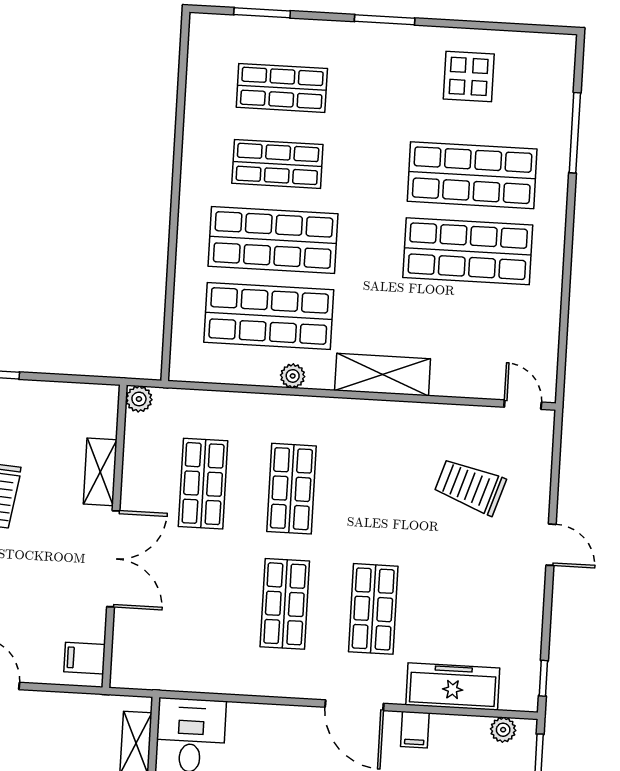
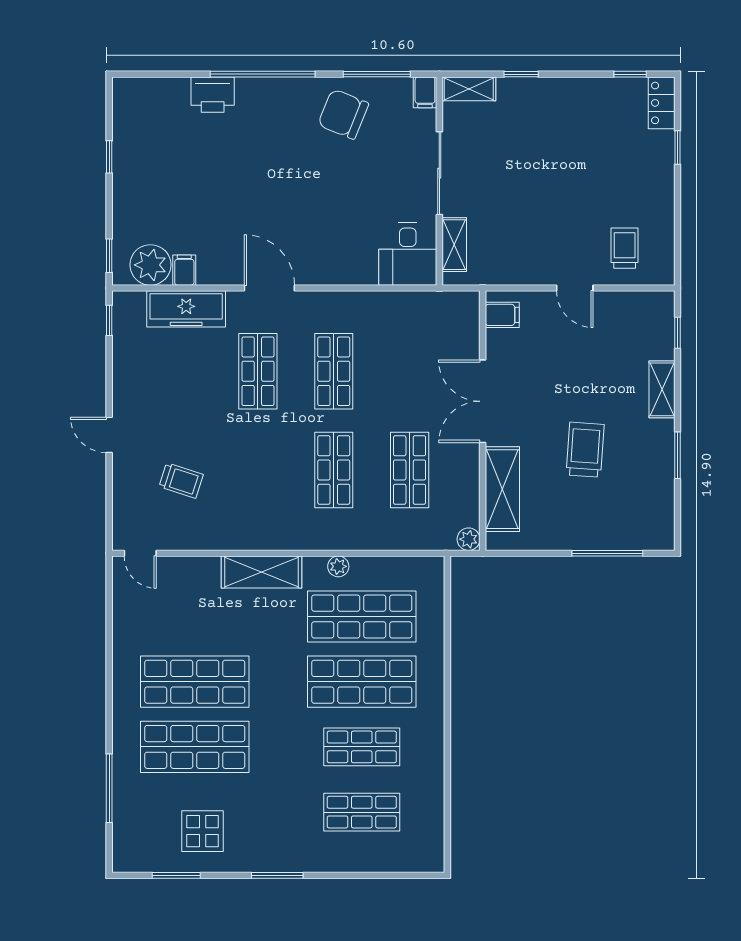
window: (262, 13) -> (176, 875), moved
shelving: (100, 472) -> (502, 489), width x1.50, depth x1.33
trolley: (470, 487) -> (181, 481), width x0.73, depth x0.72
filing cabinet: (415, 730) -> (184, 270), moved
plant: (503, 730) -> (150, 265), width x1.88, depth x1.88

